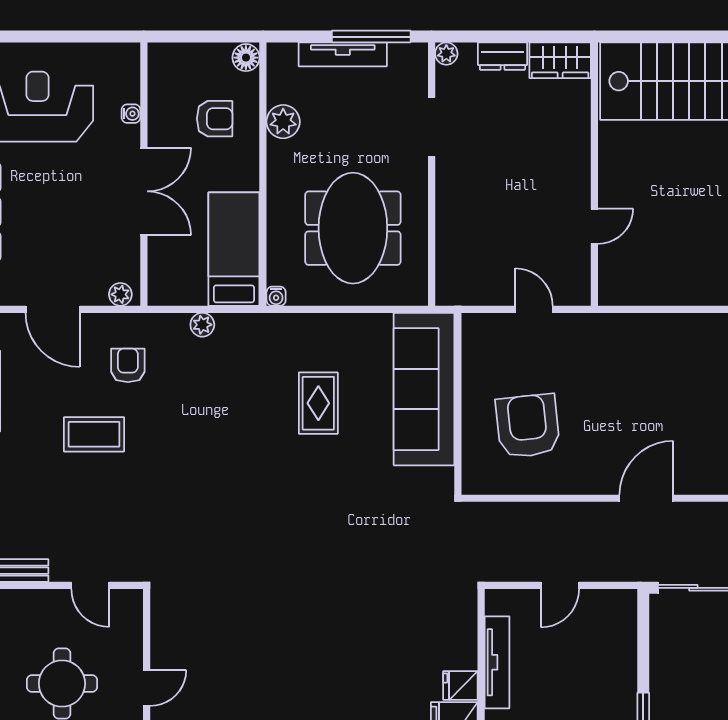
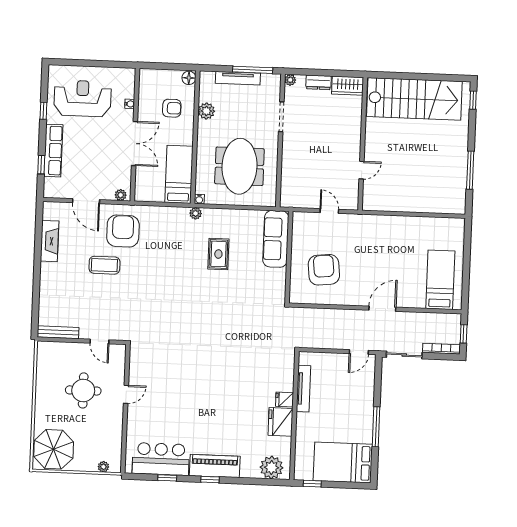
plant: (202, 325) -> (196, 213), moved
armchair: (128, 365) -> (123, 231), width x1.88, depth x1.88
sofa: (424, 389) -> (276, 239), width x0.74, depth x0.79
door: (560, 585) -> (359, 352), moved

